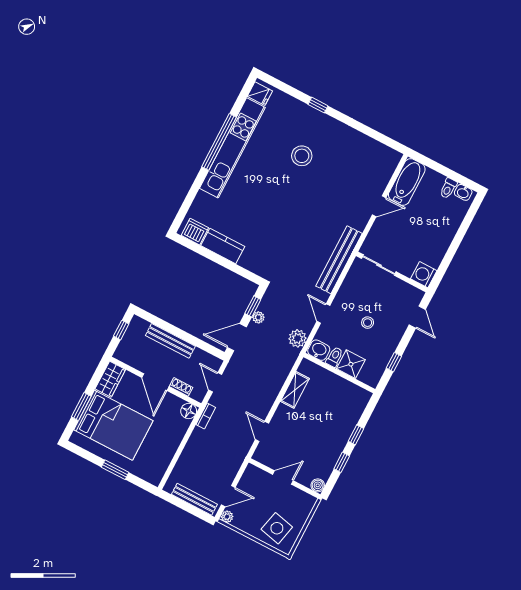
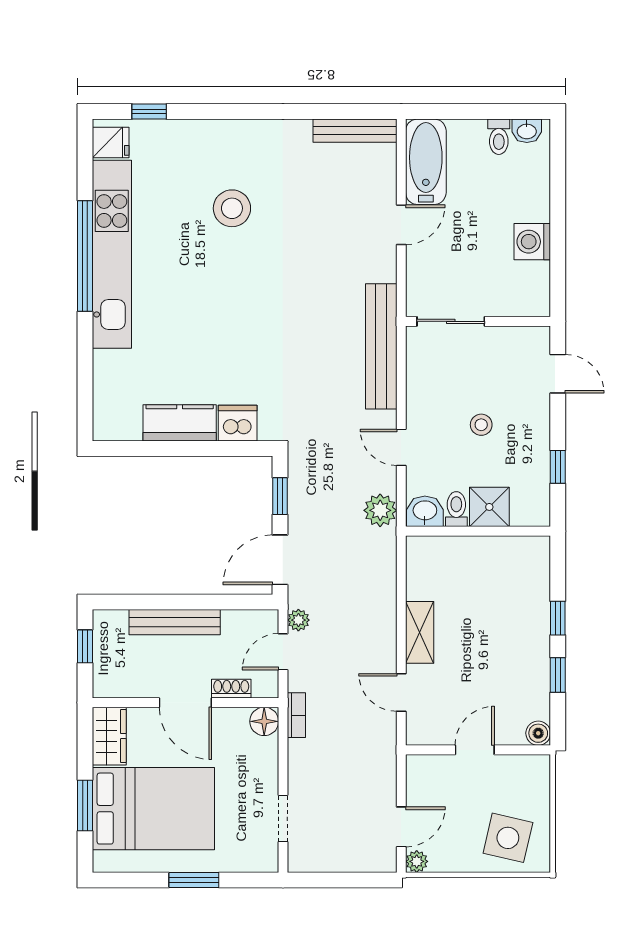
window: (318, 105) -> (149, 112), moved
dishwasher: (195, 232) -> (238, 423), moved
washing machine: (424, 275) -> (532, 242), moved
plant: (258, 317) -> (298, 620), moved
door: (215, 382) -> (283, 652), hinge flipped
shelving: (295, 390) -> (420, 632), moved
doorway: (173, 462) -> (283, 818), added
bench: (194, 499) -> (355, 131), moved

